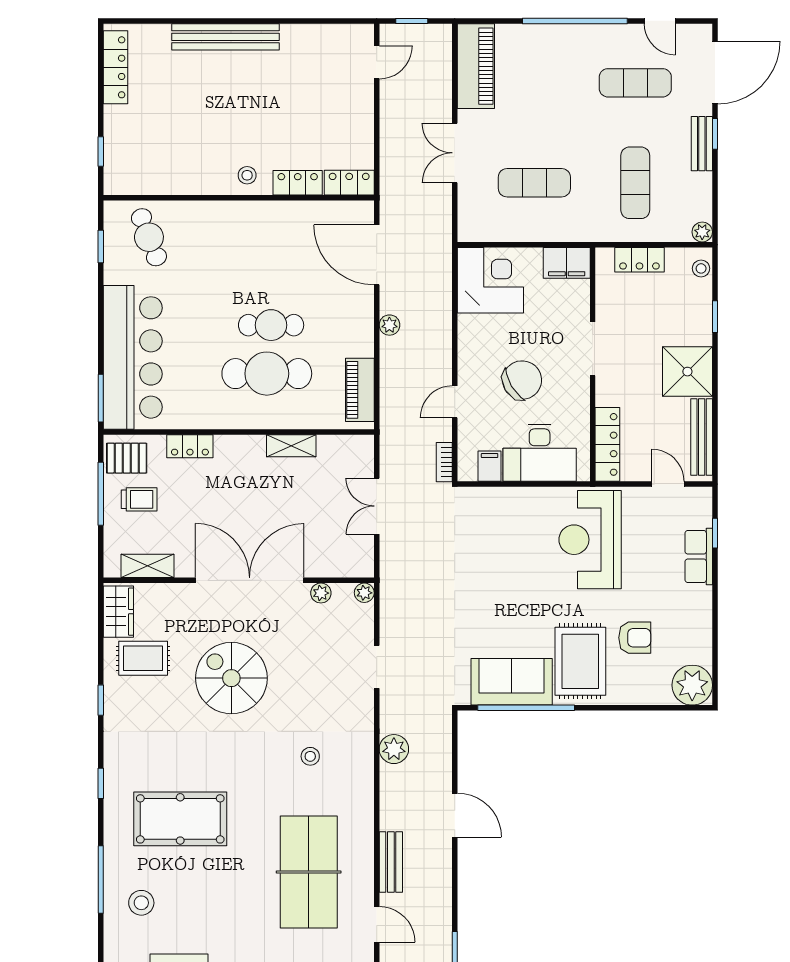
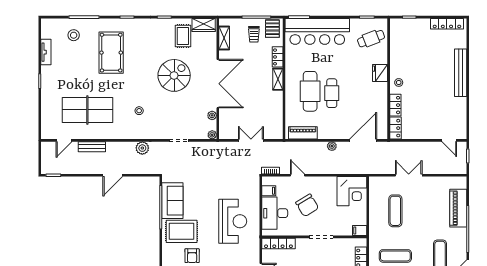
piano: (476, 66) -> (458, 208), moved, turned 90
fridge: (226, 217) -> (380, 73), added
filing cabinet: (567, 263) -> (360, 230), width x0.50
shelving: (291, 446) -> (278, 79), moved
reception desk: (590, 540) -> (233, 221), moved, turned 90

